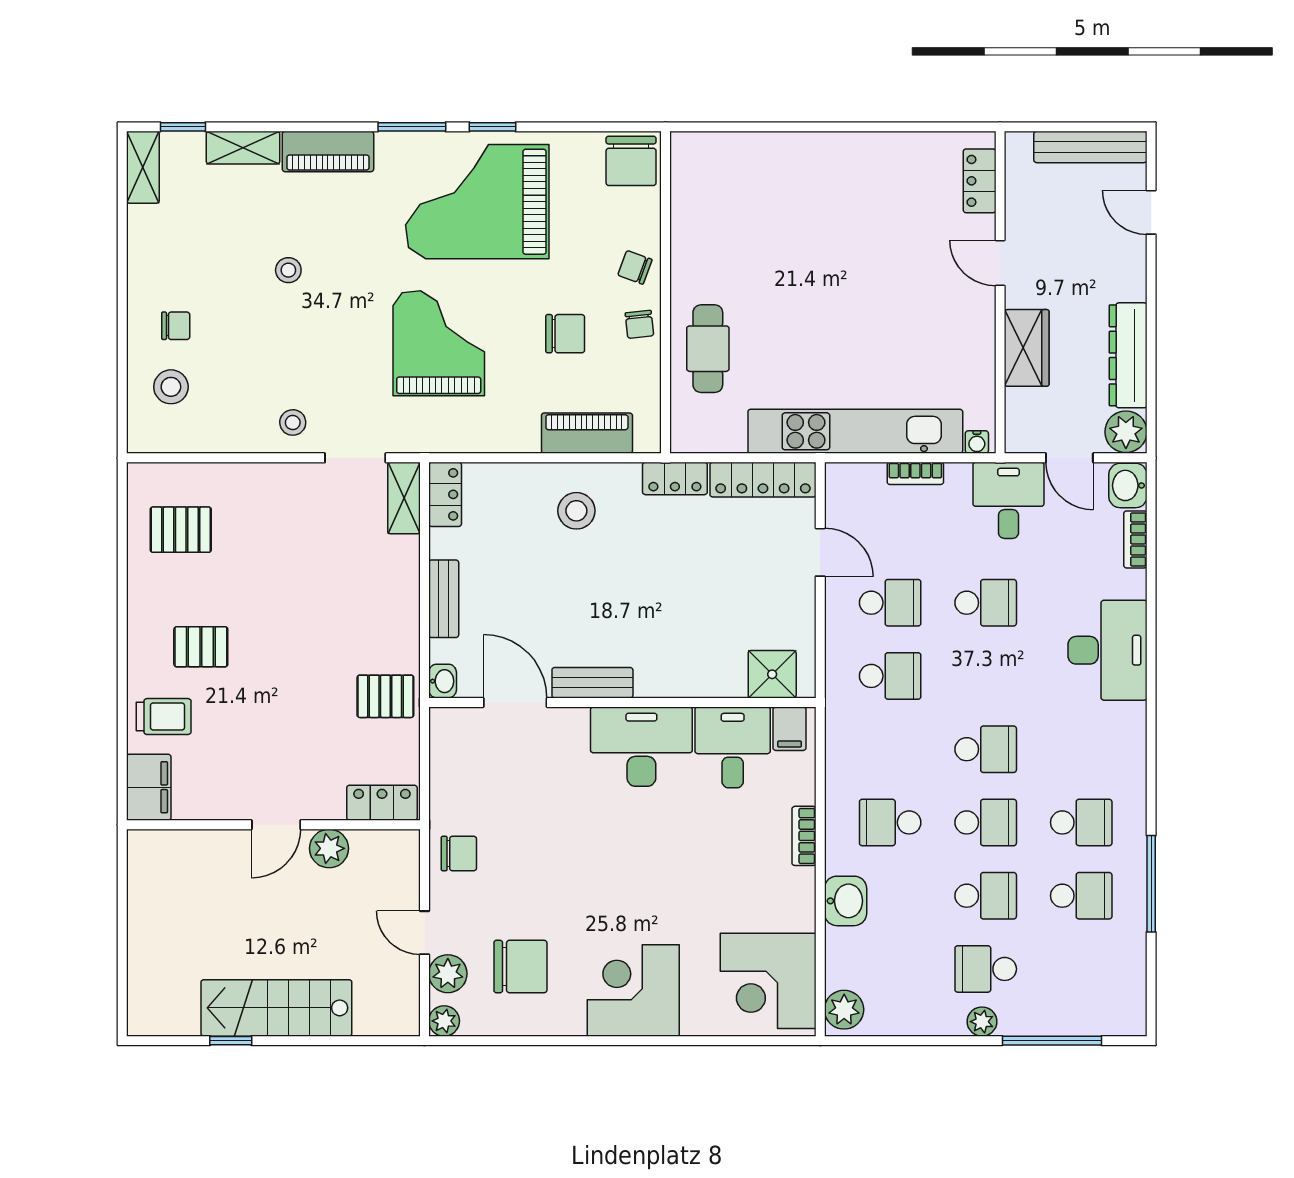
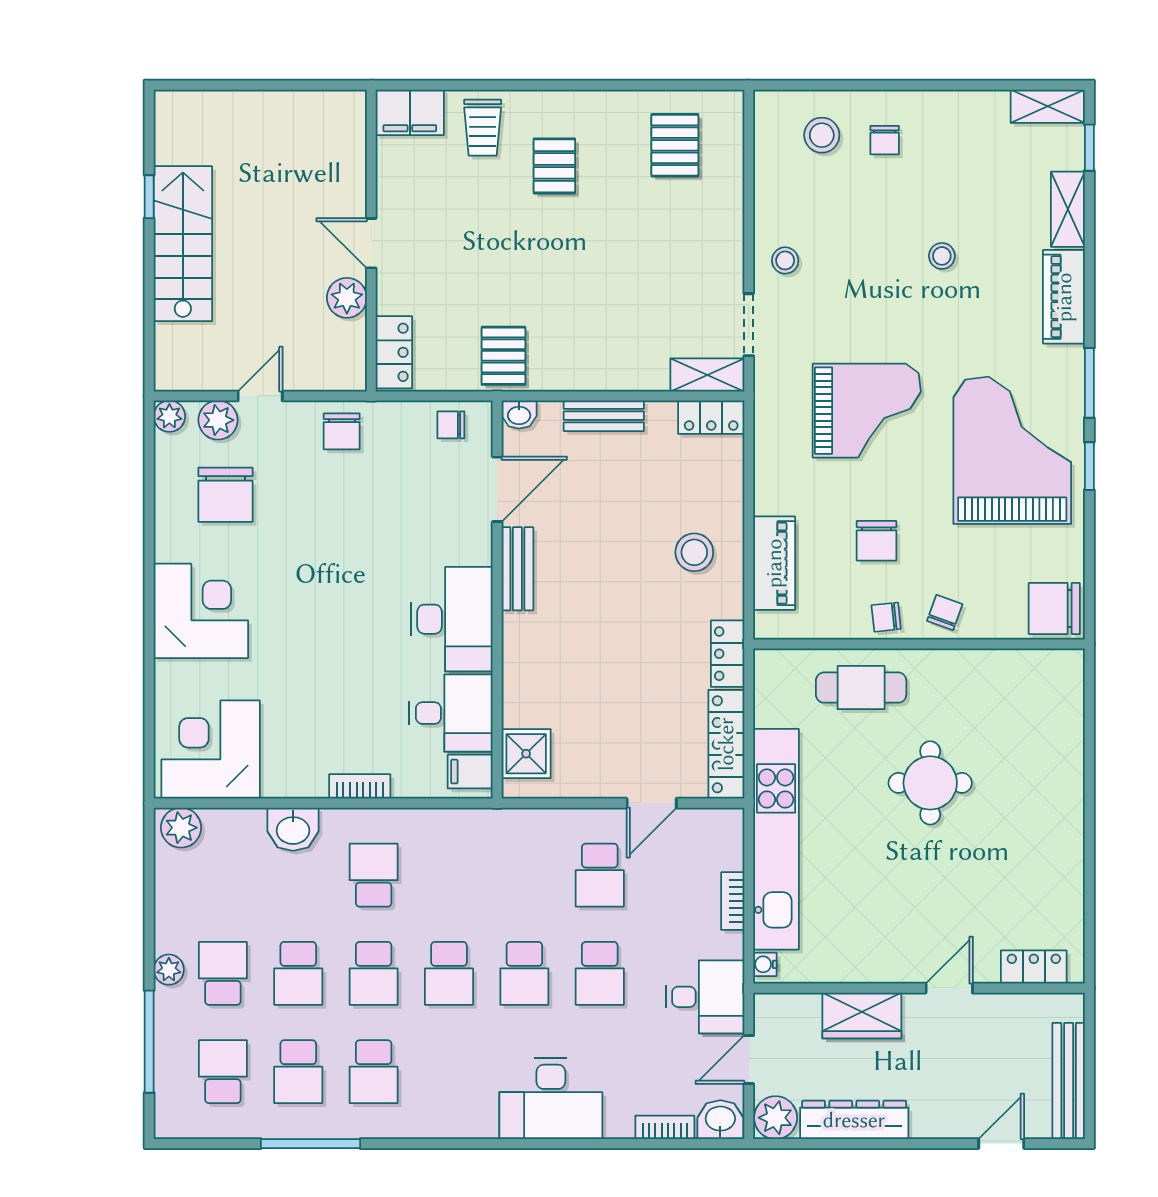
round table: (801, 282) -> (930, 783), added
school desk: (890, 676) -> (524, 973), moved
chair: (452, 747) -> (451, 425), added
school desk: (1081, 969) -> (223, 1072), added

